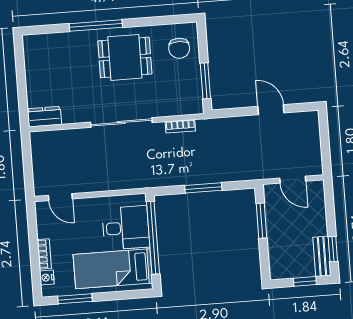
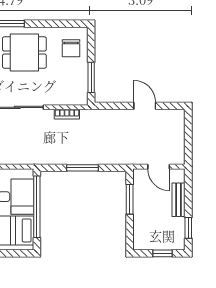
bench: (322, 256) -> (179, 200), moved

